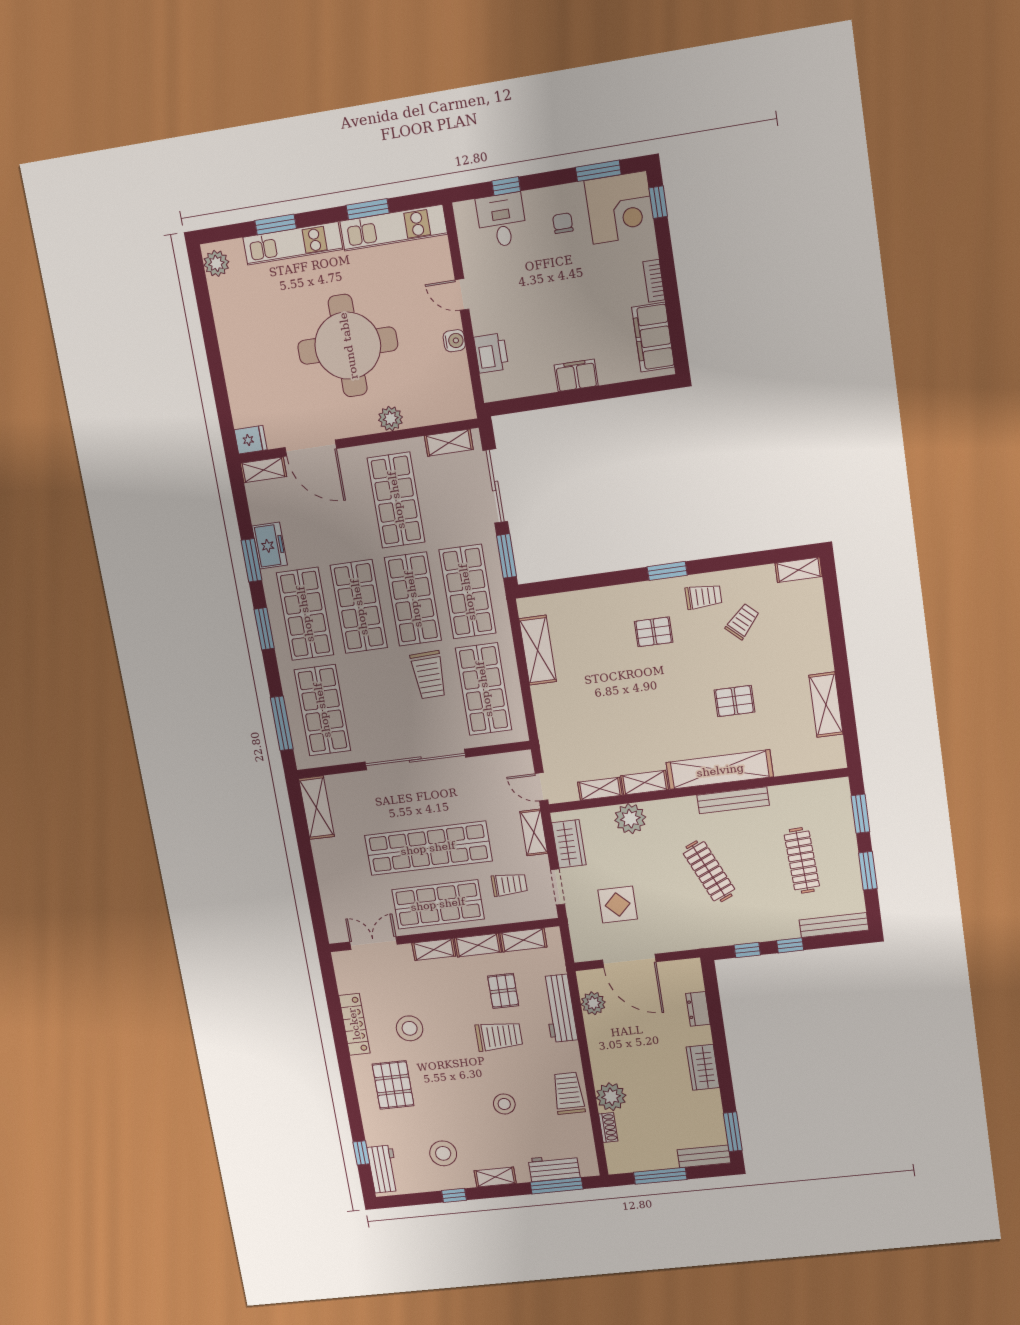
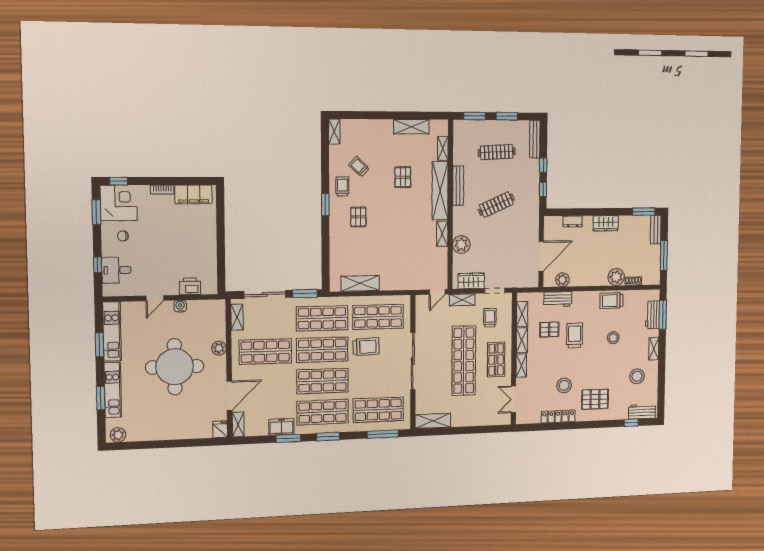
filing cabinet: (576, 375) -> (209, 240), removed
shelving: (600, 789) -> (443, 148), moved
shop shelf: (438, 904) -> (496, 360), width x0.70, depth x0.74
display table: (618, 905) -> (509, 258), removed
workbench: (560, 1008) -> (558, 299), width x0.73
window: (454, 1195) -> (662, 373), removed

